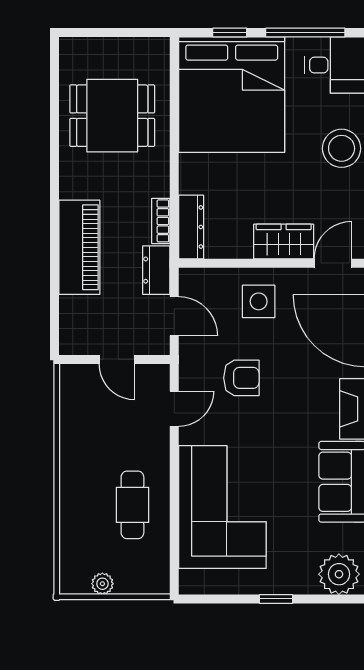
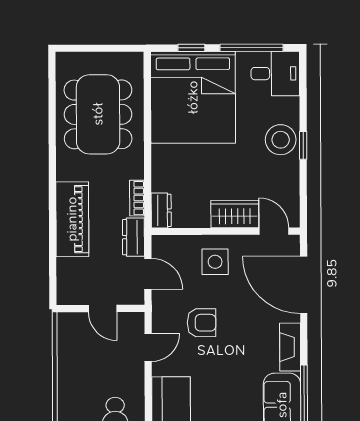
dining table: (112, 116) -> (98, 114), width x1.38
dresser: (191, 227) -> (161, 210), width x0.70
door: (333, 263) -> (274, 231), hinge flipped

